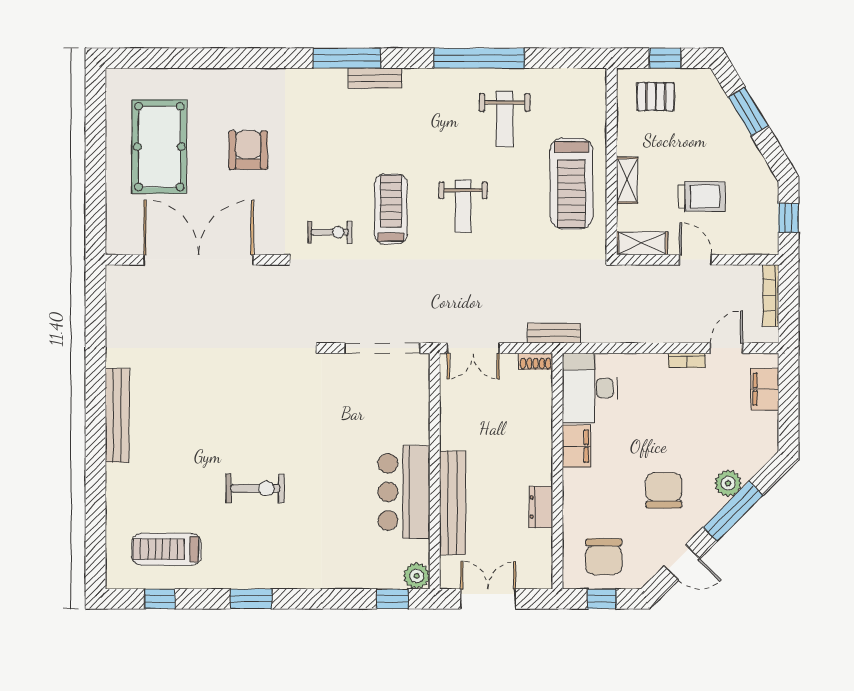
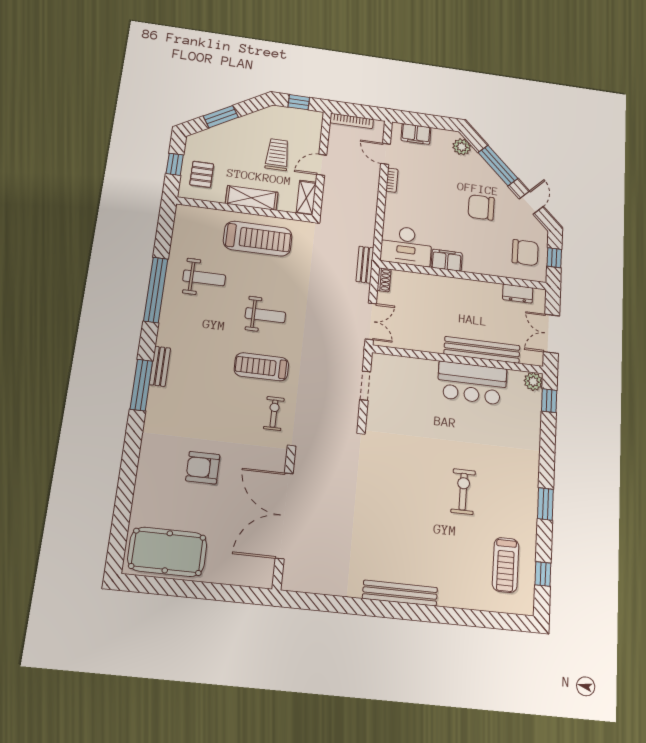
pool table: (159, 147) -> (167, 552), moved
shelving: (627, 180) -> (252, 198), width x1.50, depth x1.33
doorway: (382, 348) -> (365, 386), width x0.53
plant: (728, 483) -> (462, 147), moved
dresser: (541, 507) -> (518, 294), moved

